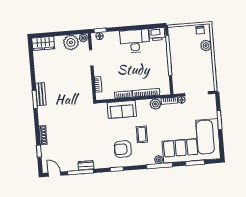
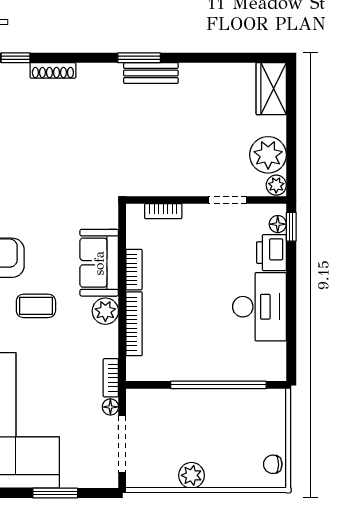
printer: (157, 34) -> (271, 253), moved
plant: (206, 46) -> (192, 475), moved
plant: (155, 104) -> (105, 311), moved

